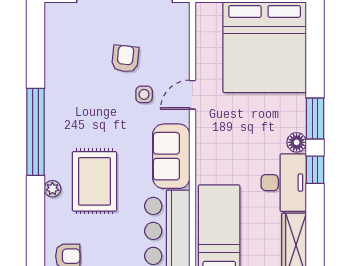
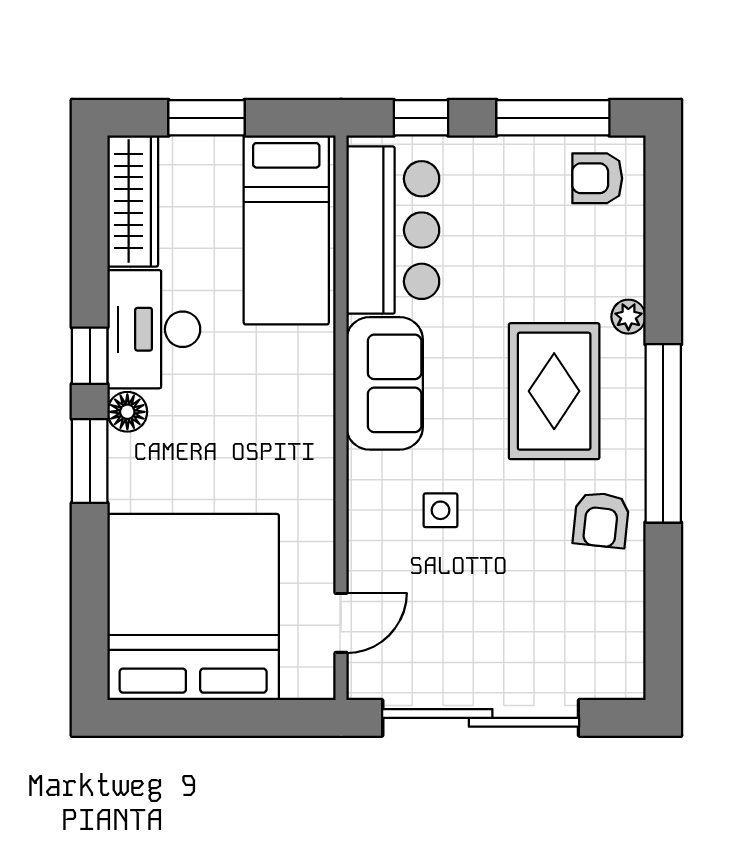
armchair: (125, 59) -> (601, 520), moved
door: (192, 95) -> (341, 623), moved
rug: (94, 181) -> (554, 391), moved

